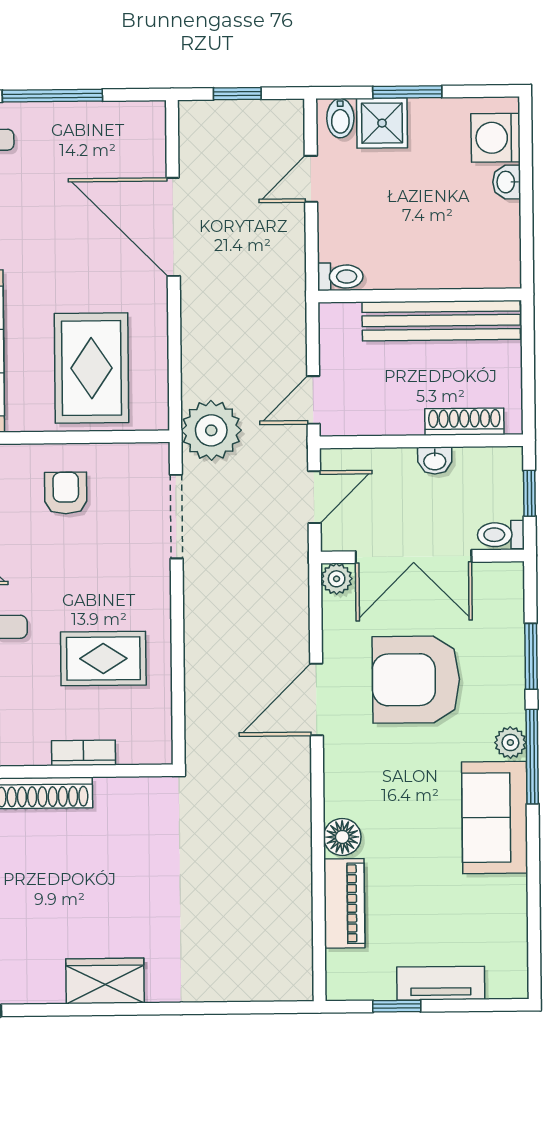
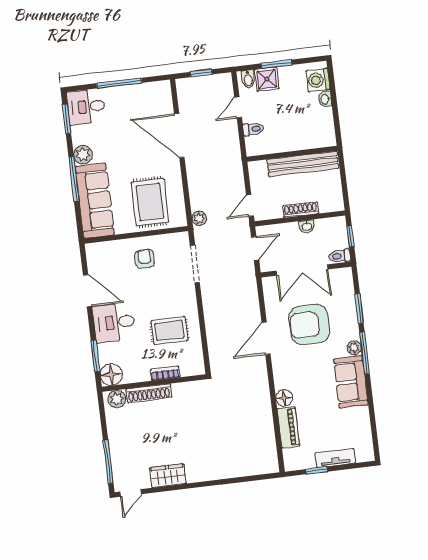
toilet: (340, 277) -> (253, 129), moved
shoe rack: (464, 422) -> (301, 210), moved
plant: (211, 430) -> (199, 218), width x0.53, depth x0.53
plant: (337, 579) -> (269, 284), removed
wardrobe: (105, 981) -> (168, 476), moved

